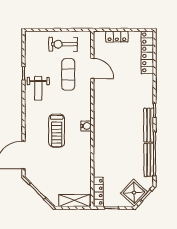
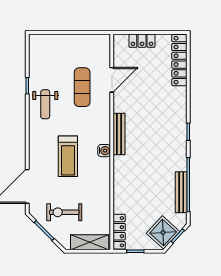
exercise bike: (63, 44) -> (64, 212), moved
door: (92, 68) -> (112, 80), hinge flipped
bench: (149, 125) -> (119, 134), moved

